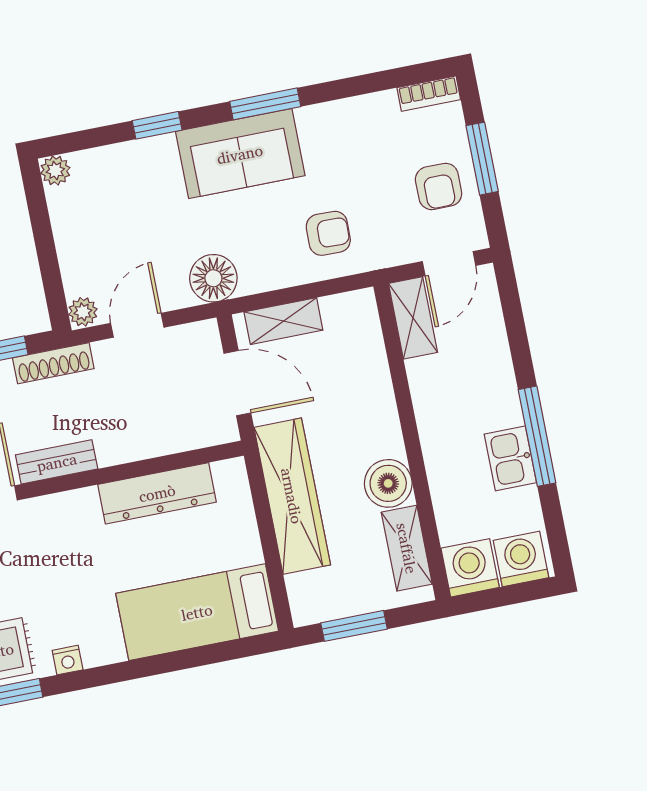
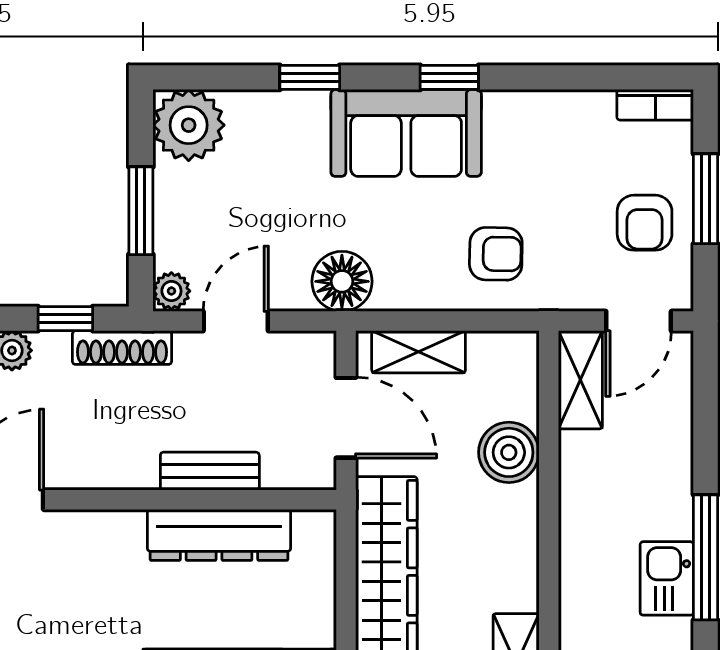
window: (265, 104) -> (449, 77), width x0.67
plant: (55, 170) -> (189, 125), width x1.88, depth x1.88
window: (47, 254) -> (141, 211), added
bench: (57, 462) -> (210, 471), moved
boiler: (388, 483) -> (509, 452), moved

